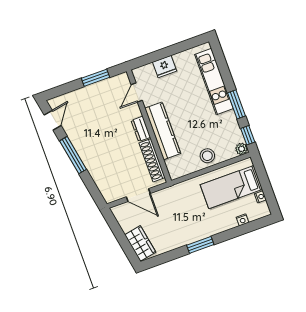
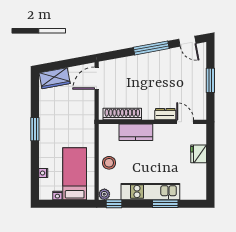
window: (96, 78) -> (210, 80), moved
kitchen unit: (214, 82) -> (150, 192), moved
window: (236, 104) -> (165, 204), moved
dresser: (141, 129) -> (165, 114), moved
kitchen counter: (163, 131) -> (136, 132), width x0.67
door: (138, 195) -> (97, 78), moved

